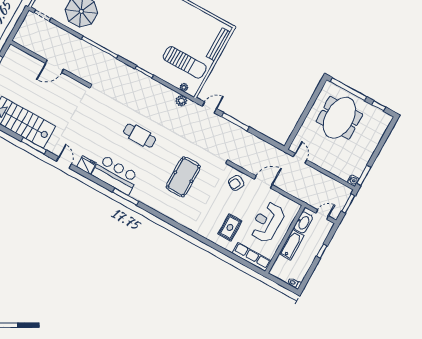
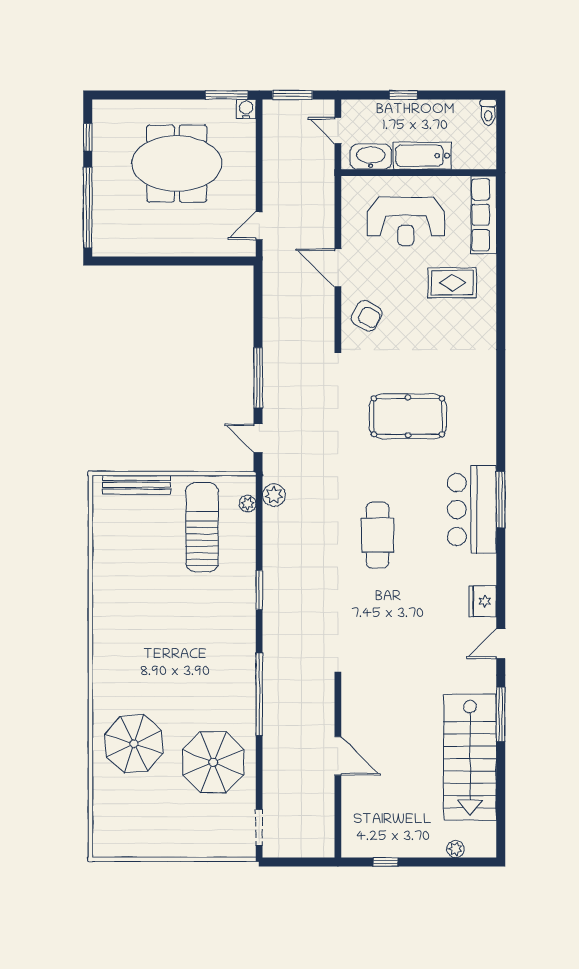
meeting table: (339, 118) -> (177, 164), moved
bar counter: (115, 175) -> (472, 510), moved

